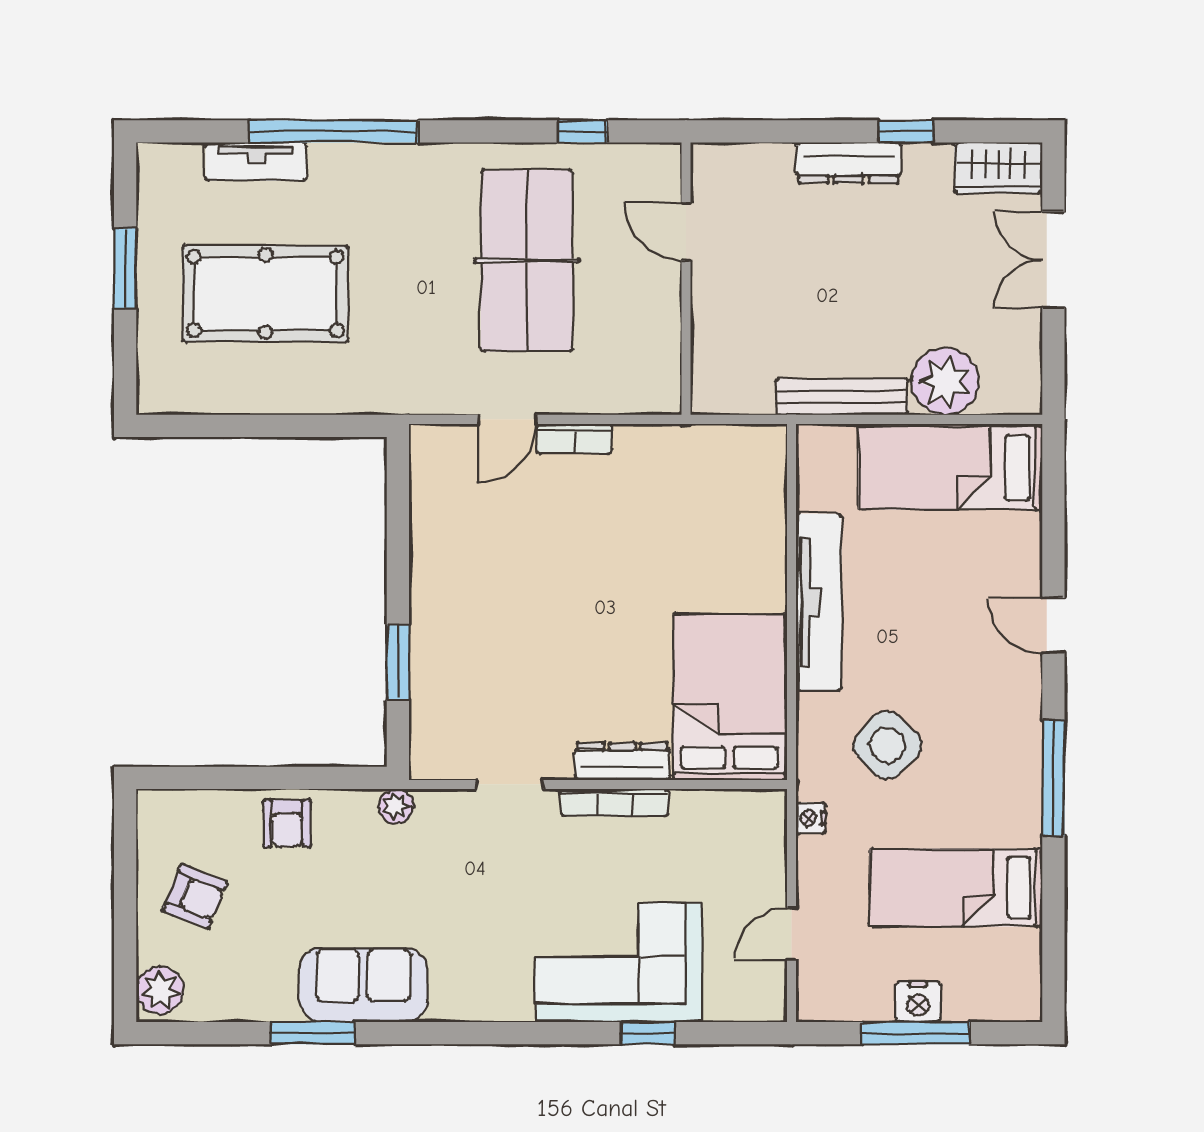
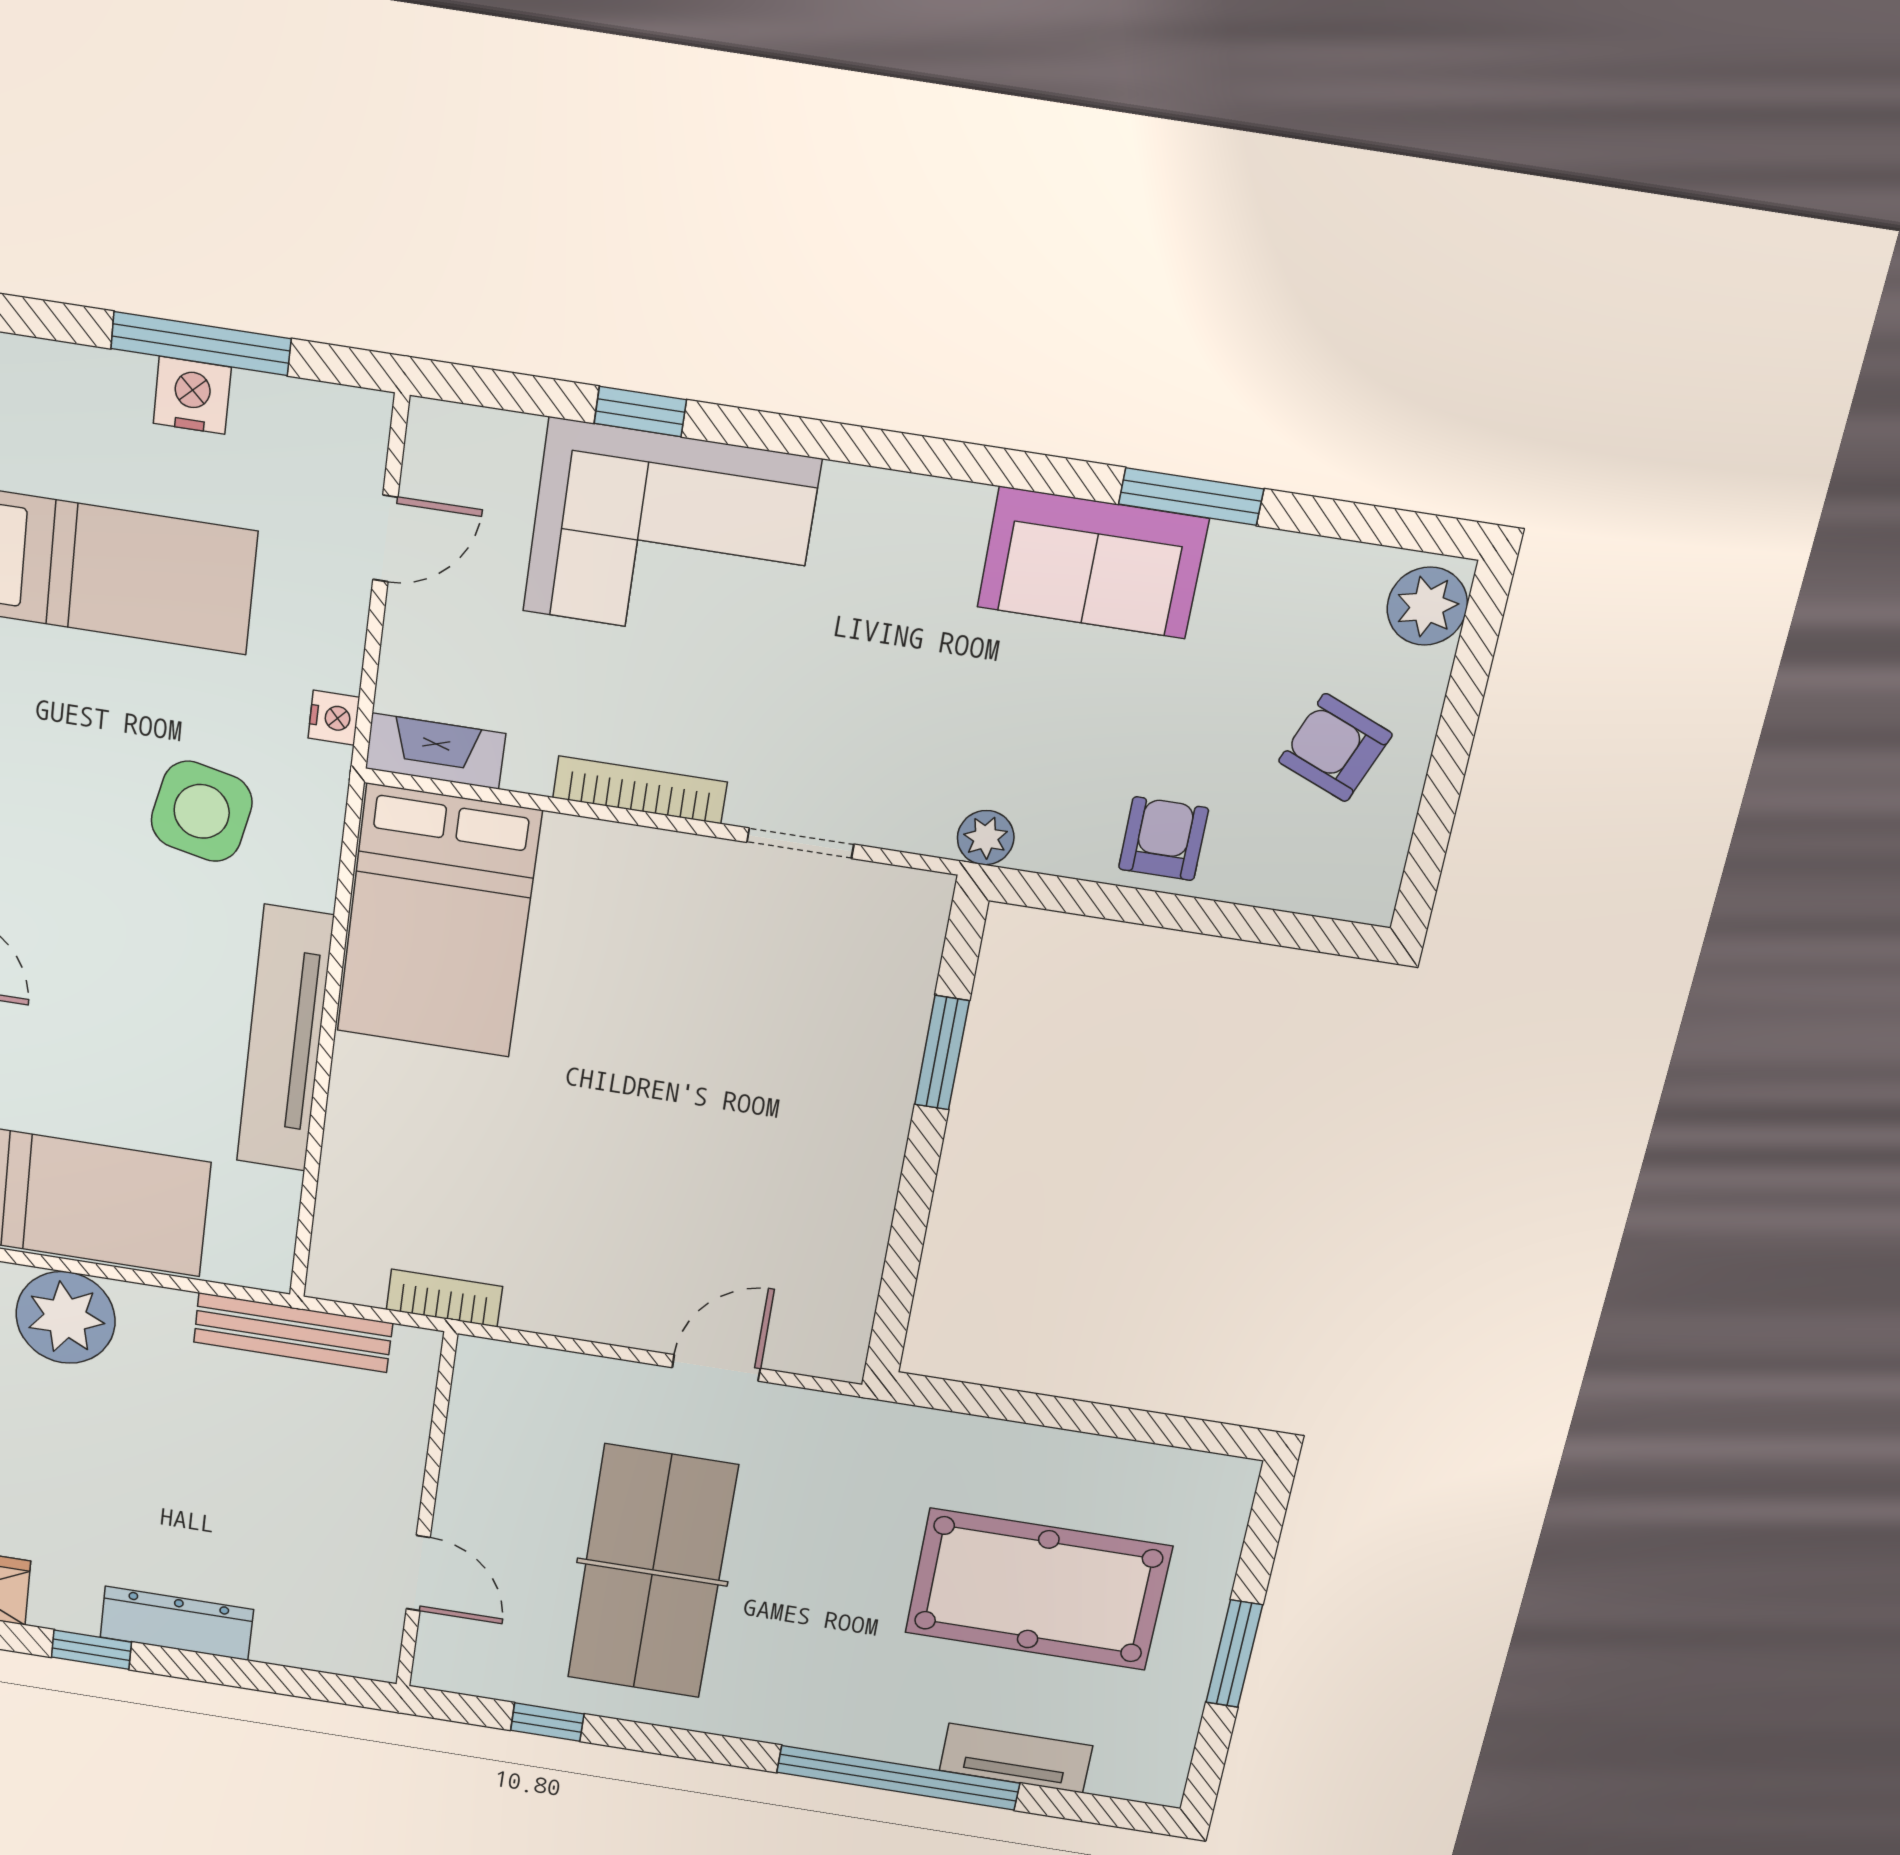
bench: (842, 397) -> (293, 1333), moved
bookcase: (574, 439) -> (444, 1298), moved
side table: (887, 745) -> (202, 811), turned -31
dresser: (622, 761) -> (618, 851), removed
fireplace: (745, 807) -> (435, 751), added

